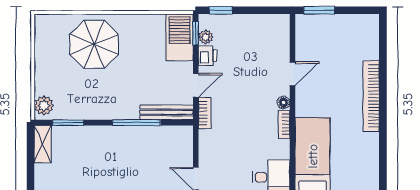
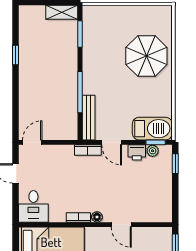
plant: (44, 105) -> (94, 13), removed

